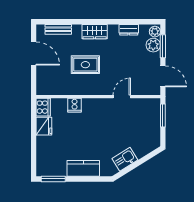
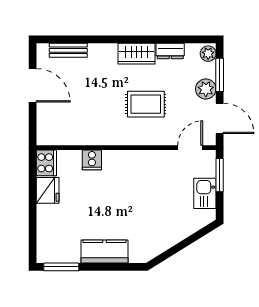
wardrobe: (95, 32) -> (137, 54), moved
plant: (153, 45) -> (206, 89), moved
rug: (85, 65) -> (146, 104), moved
door: (122, 97) -> (190, 148), moved
kitchen sink: (125, 159) -> (205, 193), moved, turned -58

